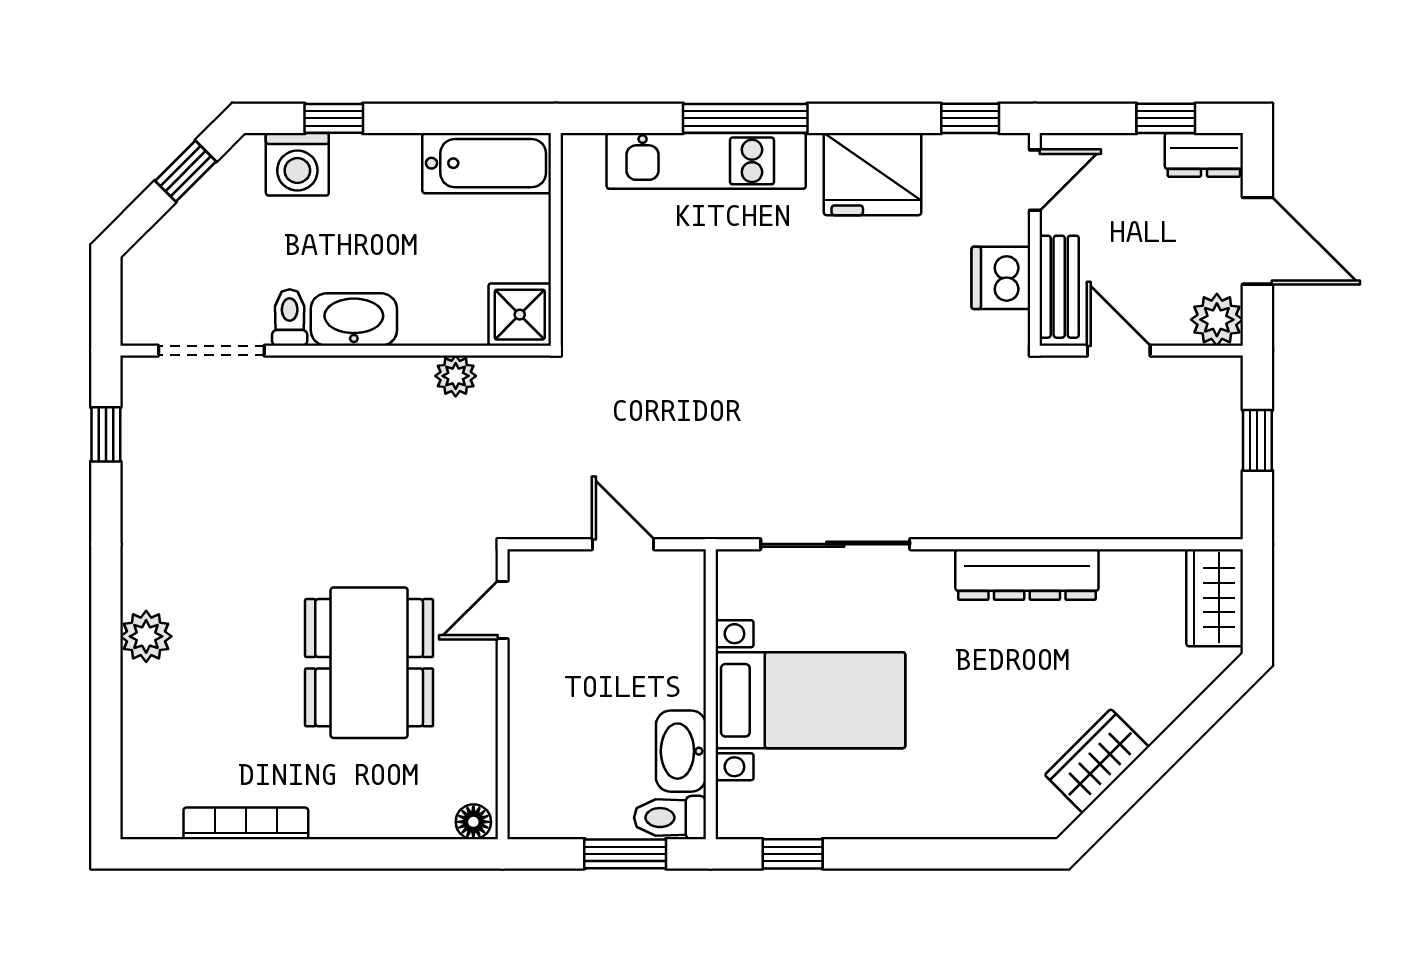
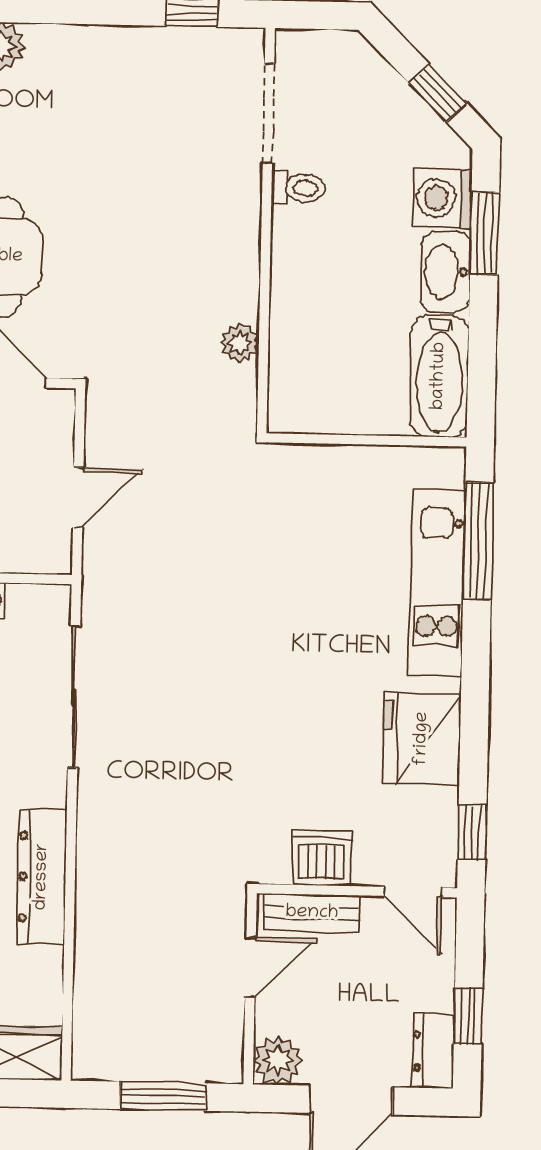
window: (334, 118) -> (485, 233), width x1.50
window: (745, 118) -> (478, 541), moved
shower: (520, 315) -> (296, 405), removed
washbasin: (354, 320) -> (445, 272), moved, turned 180
window: (1257, 440) -> (163, 1096), width x1.50

